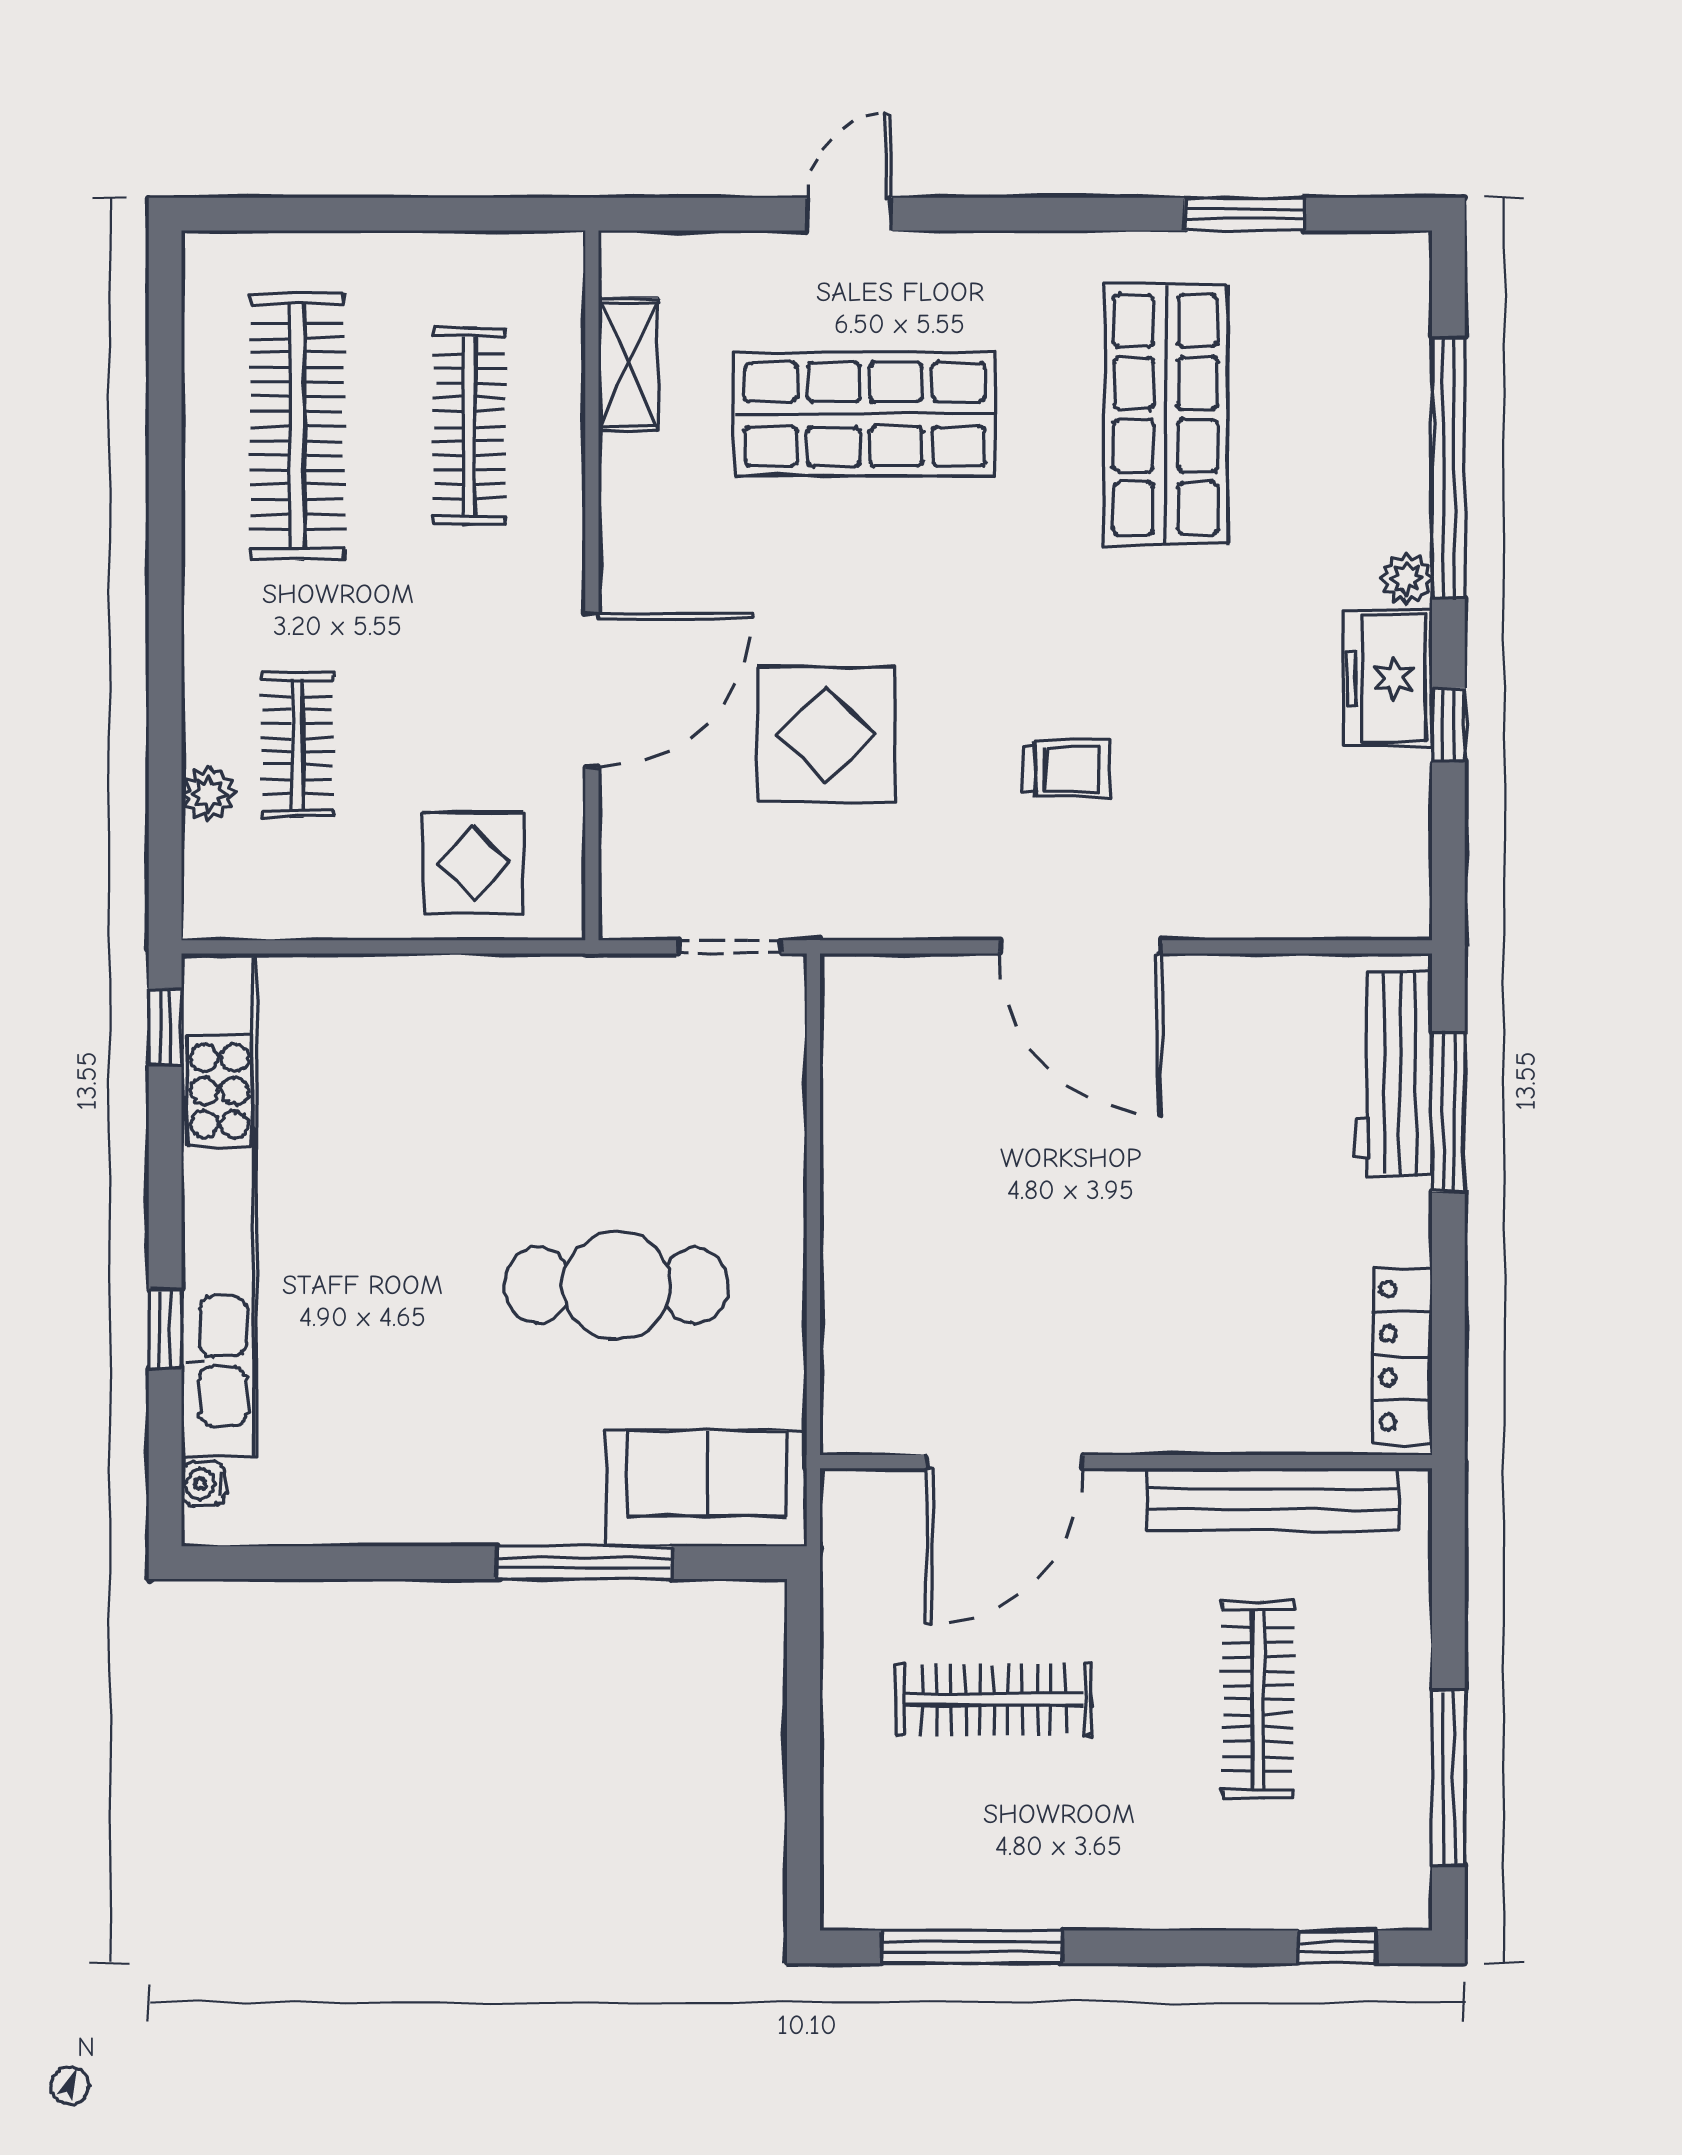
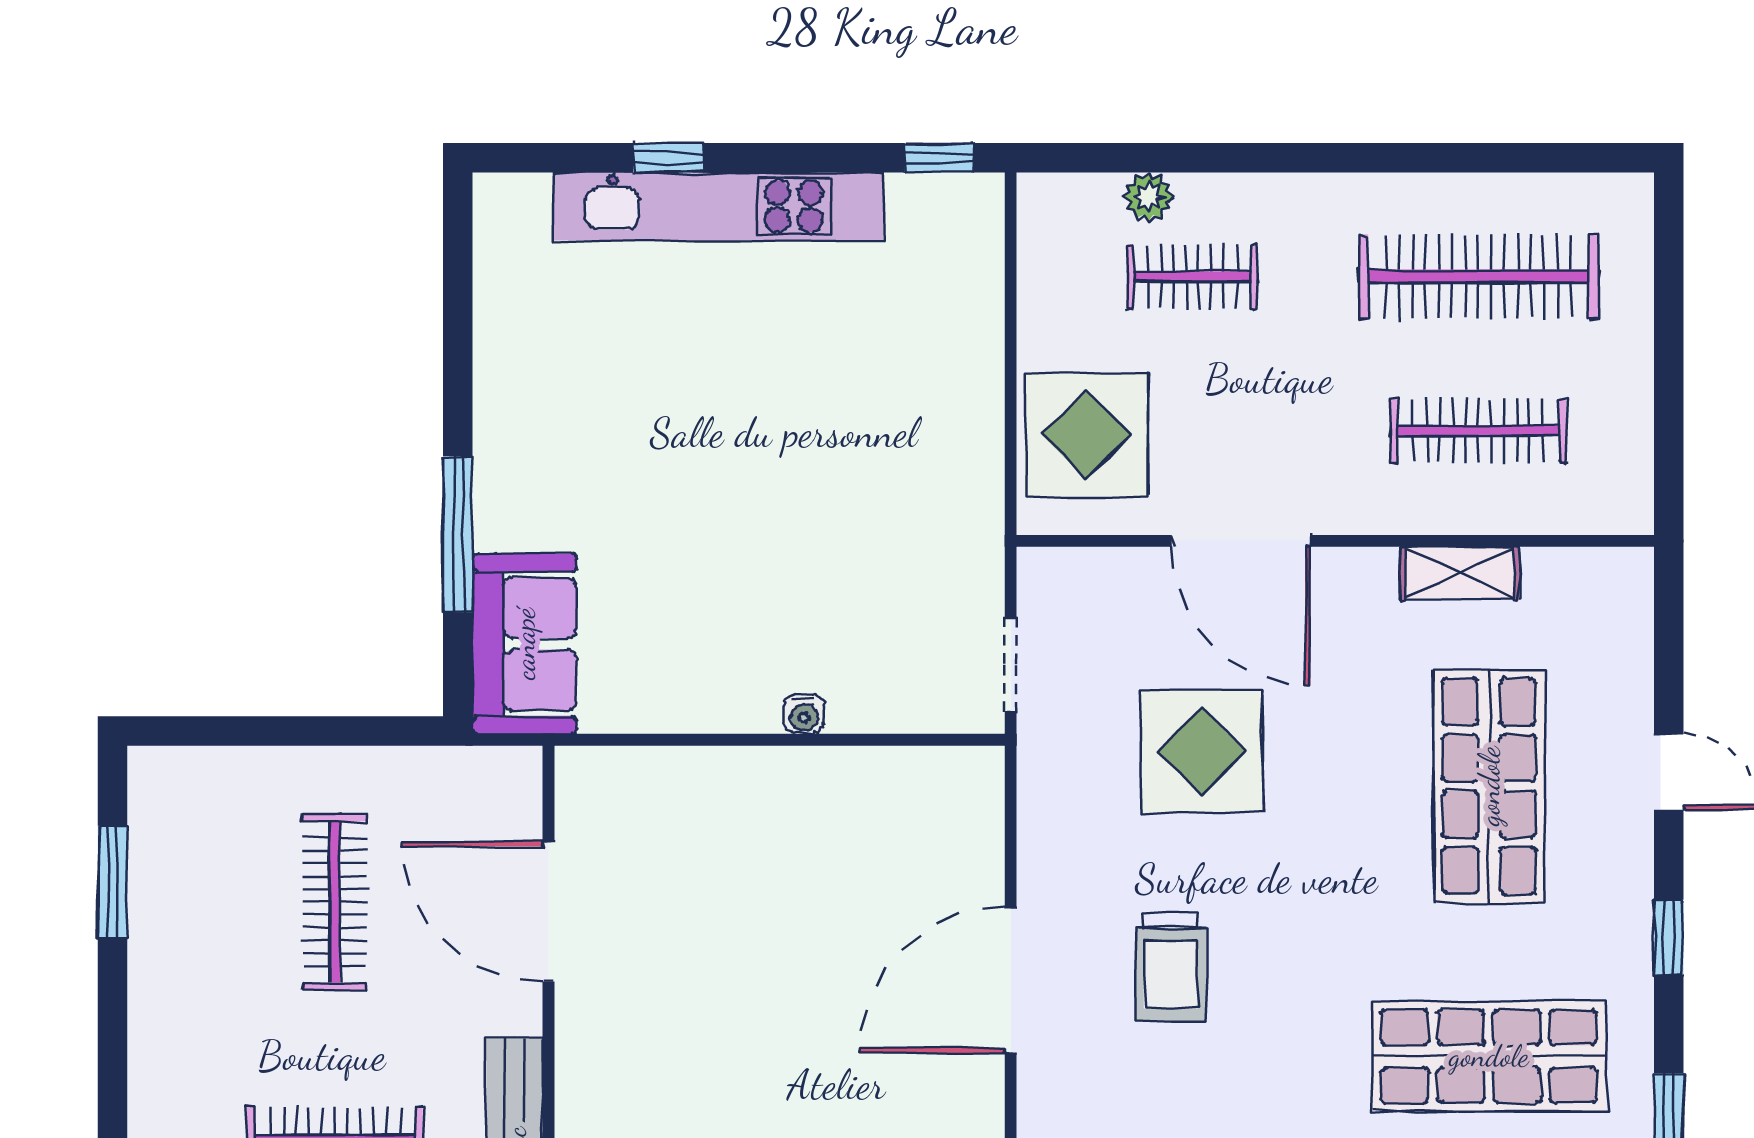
window: (1033, 214) -> (1669, 937), added
shelving: (628, 364) -> (1459, 573), moved
trolley: (1066, 769) -> (1171, 967), width x1.36, depth x1.39
display table: (473, 863) -> (1086, 434), width x1.36, depth x1.36
kitchen unit: (219, 1206) -> (718, 206), width x0.73
cafe table: (616, 1285) -> (707, 563), removed
water cooler: (203, 1484) -> (804, 714), moved, turned 180
window: (972, 1947) -> (113, 882), width x0.69

